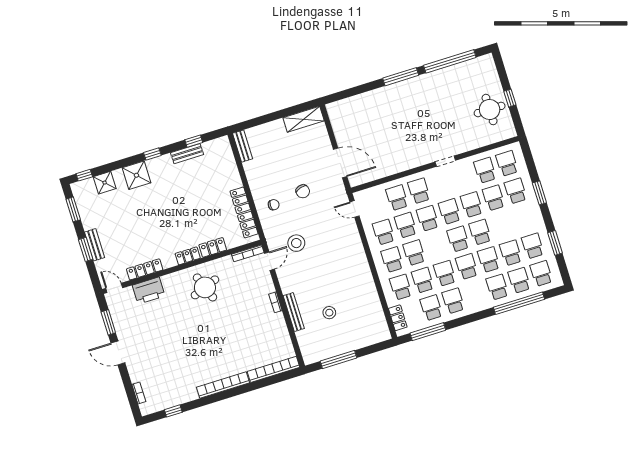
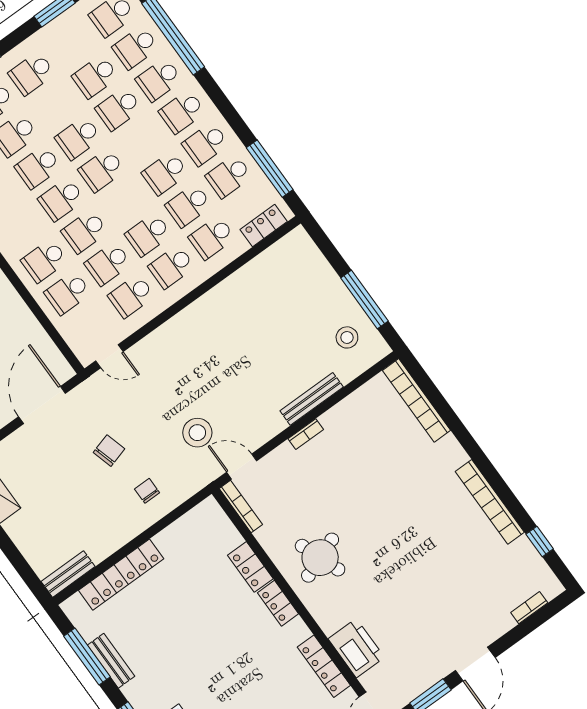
window: (194, 141) -> (87, 656), width x2.17
door: (354, 209) -> (109, 356), hinge flipped
locker: (244, 212) -> (121, 575), moved
school desk: (533, 246) -> (32, 73), moved
school desk: (467, 267) -> (182, 112), moved
stool: (329, 313) -> (347, 337), moved
bookcase: (223, 385) -> (490, 502), moved

